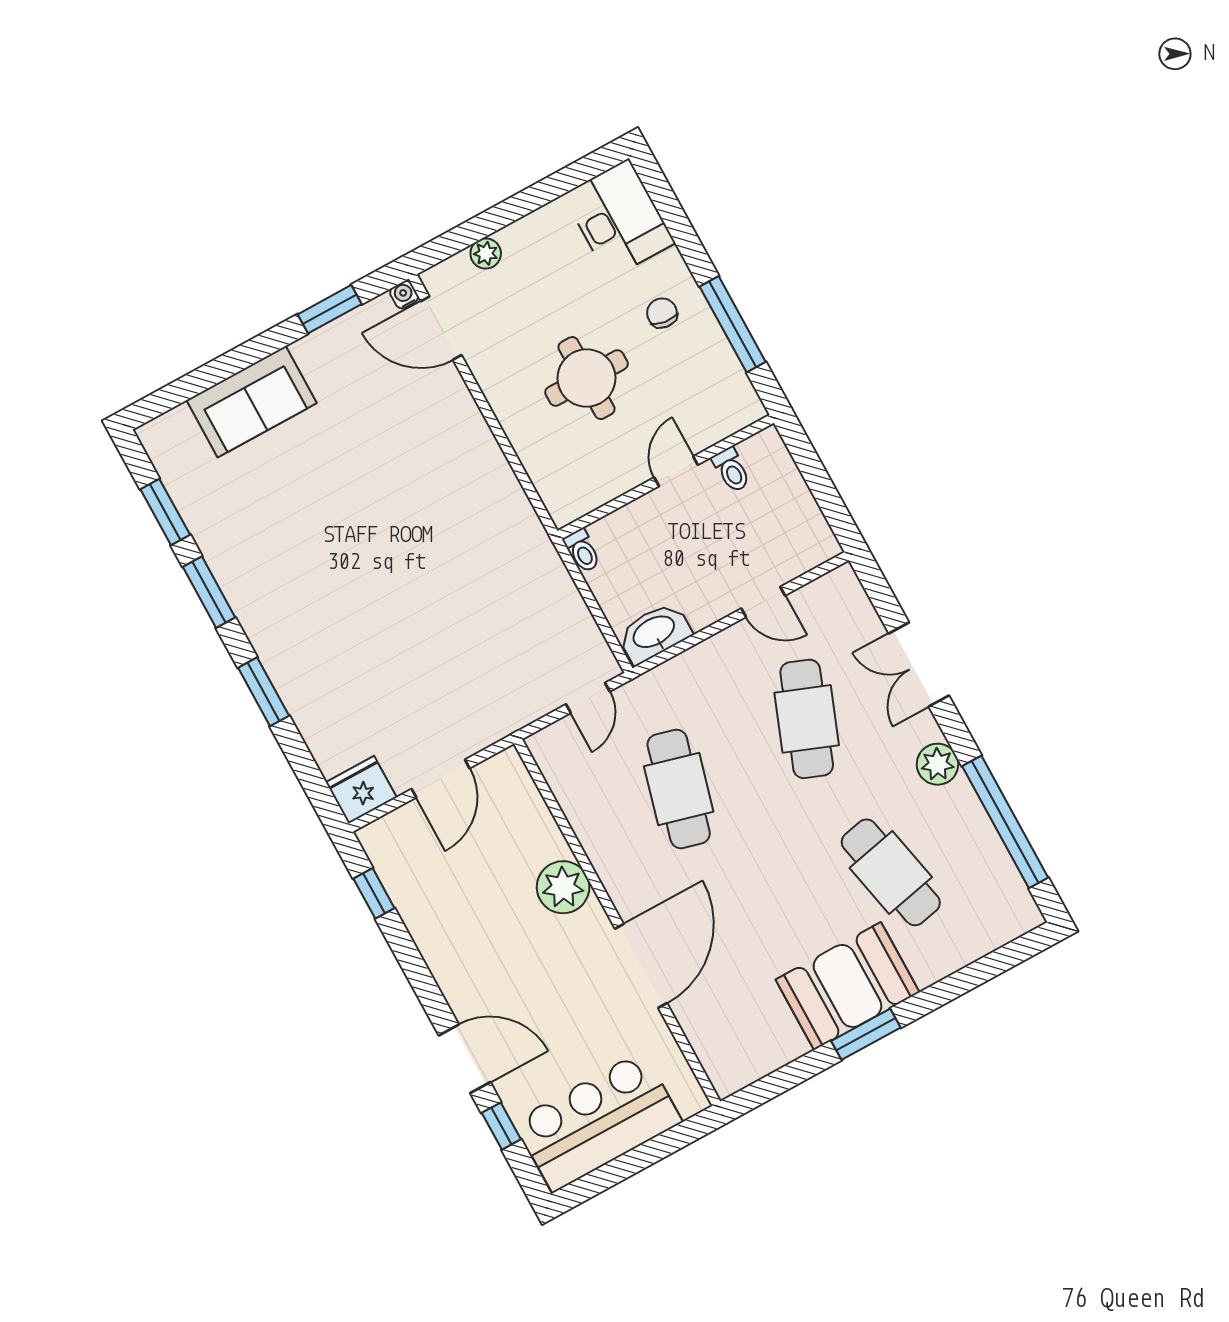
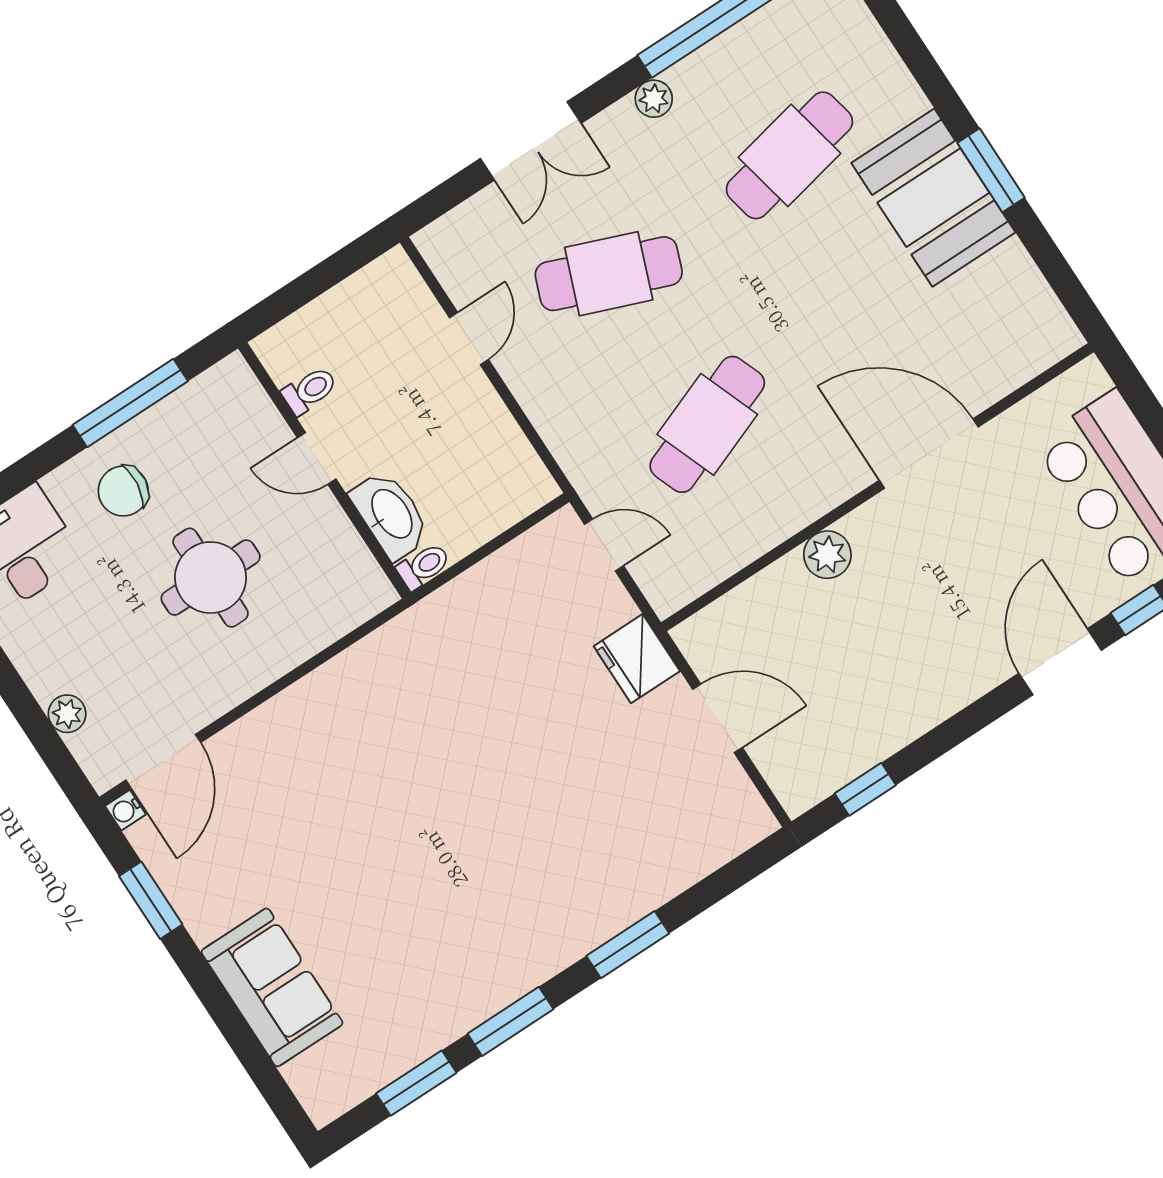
chair: (662, 313) -> (123, 491), width x1.37, depth x1.37
washbasin: (654, 633) -> (391, 515), moved, turned 180
plant: (938, 764) -> (654, 99), width x0.73, depth x0.73
cafe table: (679, 789) -> (707, 424), turned -36
fridge: (361, 790) -> (637, 659), moved
plant: (563, 887) -> (827, 555), width x0.73, depth x0.73

